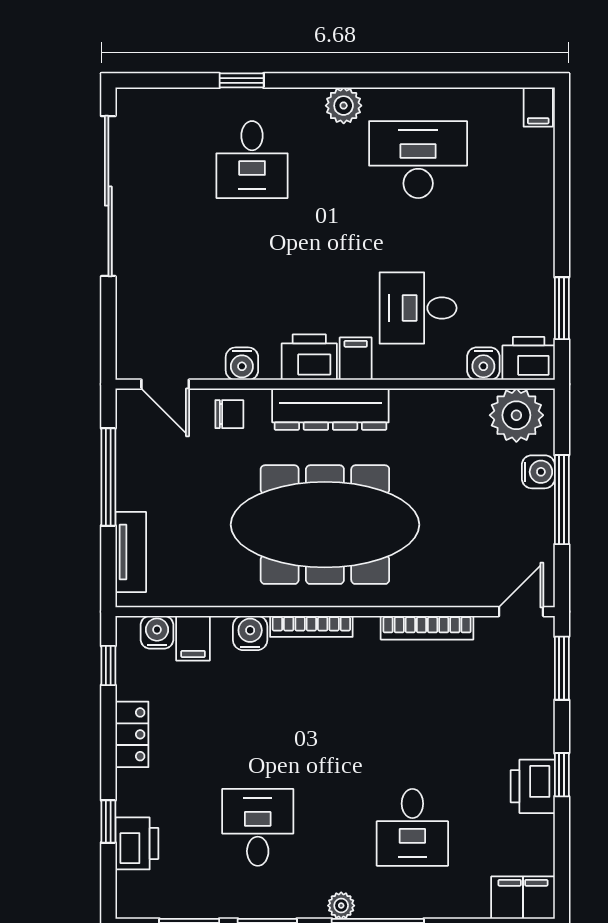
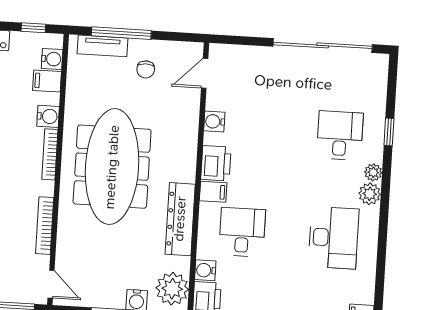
plant: (308, 102) -> (373, 172), added
desk: (252, 160) -> (340, 135), turned 90
dresser: (330, 409) -> (180, 219), moved
chair: (229, 414) -> (146, 69), moved
window: (108, 477) -> (121, 33), moved

